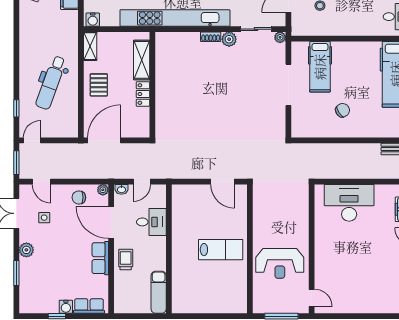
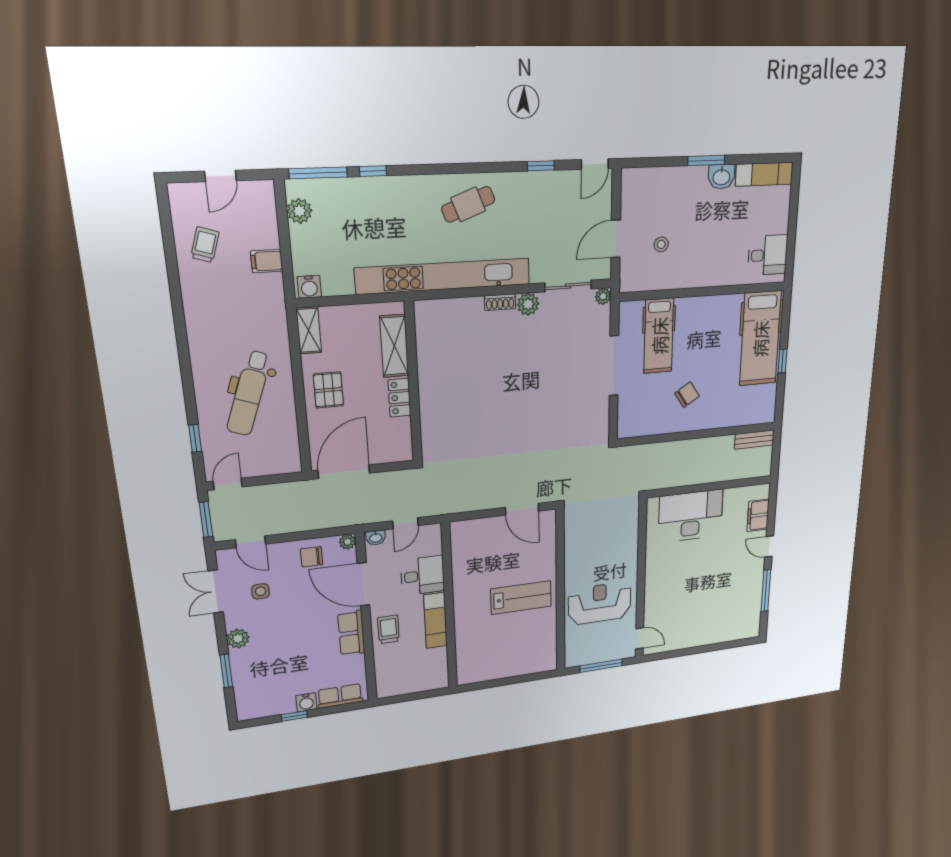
reception desk: (280, 263) -> (600, 603), turned 180
exam couch: (159, 292) -> (435, 620), moved

